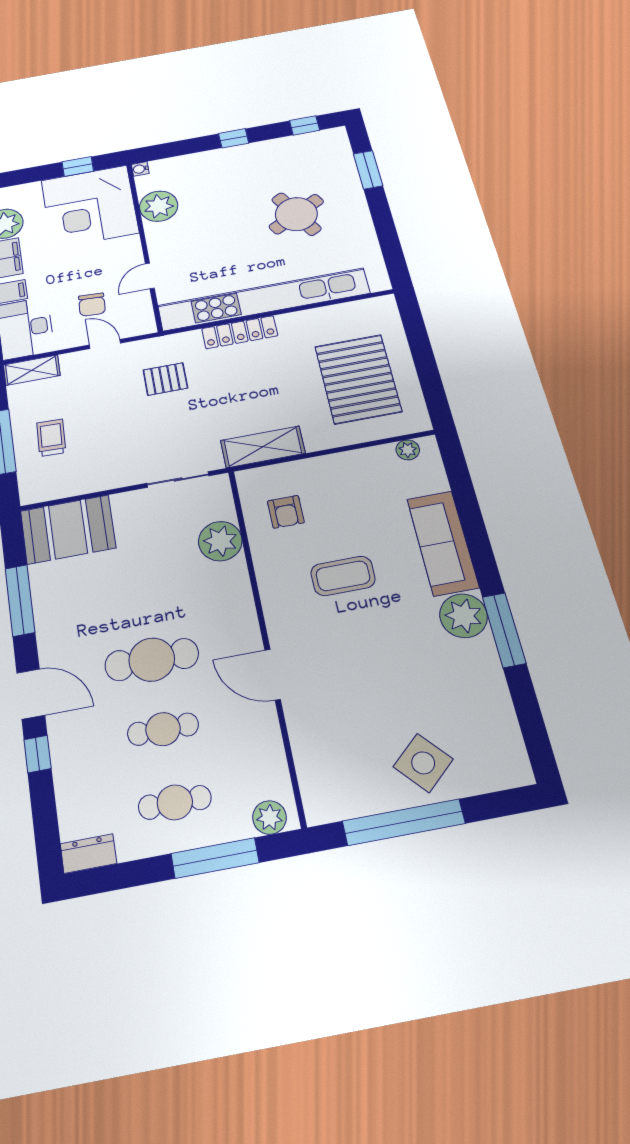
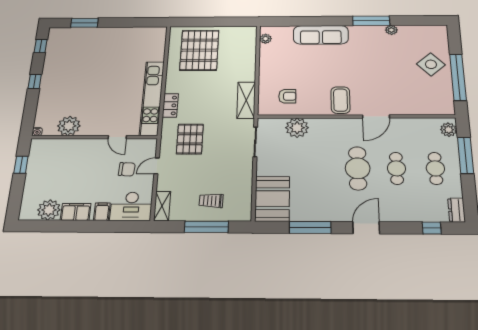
corner desk: (90, 207) -> (54, 162), removed
round table: (296, 214) -> (101, 60), removed
kitchen unit: (264, 299) -> (152, 98), width x0.73
locker: (240, 332) -> (170, 105), width x0.66
pallet: (165, 379) -> (190, 139), width x1.50, depth x1.42
pallet: (358, 379) -> (199, 50), moved, turned 90
coffee table: (343, 576) -> (340, 100), moved
plant: (464, 616) -> (391, 30), moved, width x0.53, depth x0.53
window: (38, 754) -> (432, 228), moved

